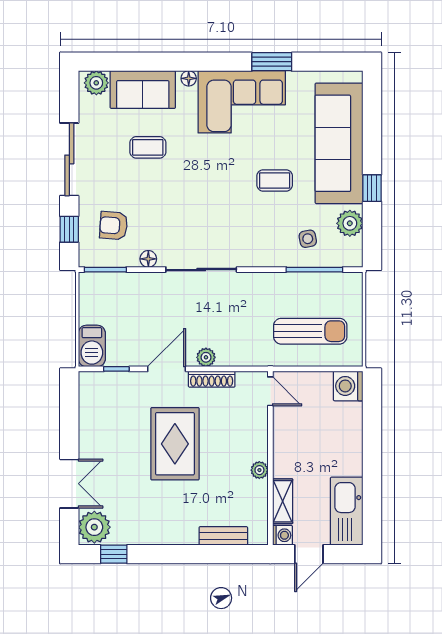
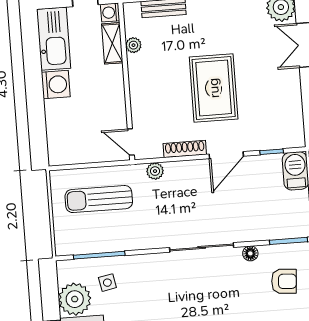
plant: (350, 223) -> (75, 299), width x1.36, depth x1.36
plant: (206, 357) -> (155, 171), moved
washing machine: (348, 386) -> (56, 85), moved
plant: (259, 470) -> (133, 45), moved

